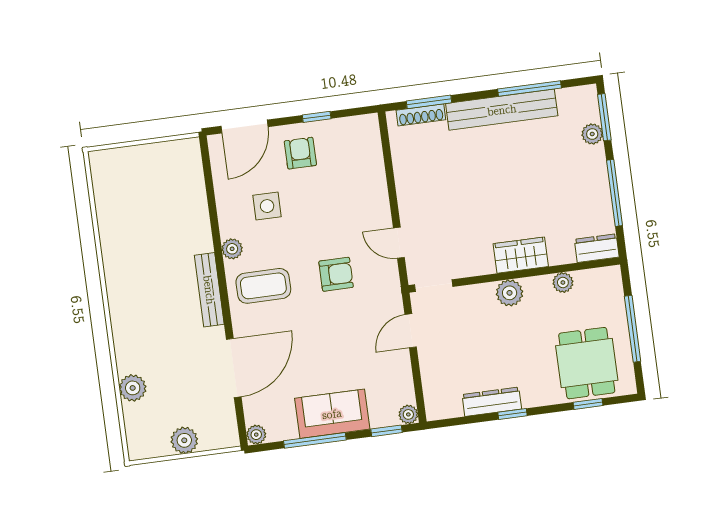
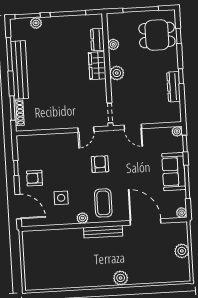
dresser: (597, 248) -> (97, 40), moved
plant: (133, 388) -> (121, 278), moved

